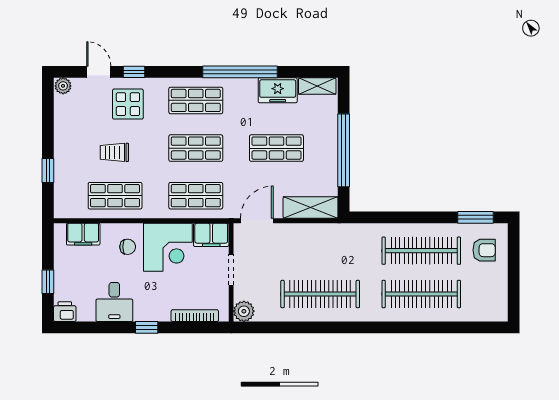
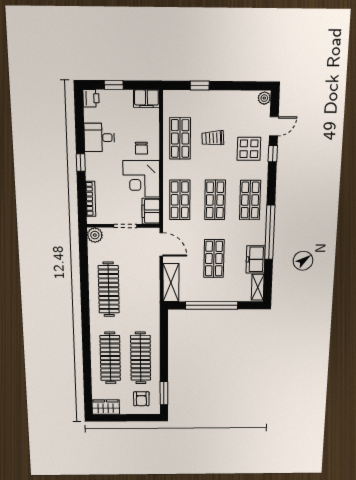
trolley: (114, 152) -> (213, 138), turned -93
filing cabinet: (83, 234) -> (146, 99), moved, turned -90
wardrobe: (497, 302) -> (106, 407), added

